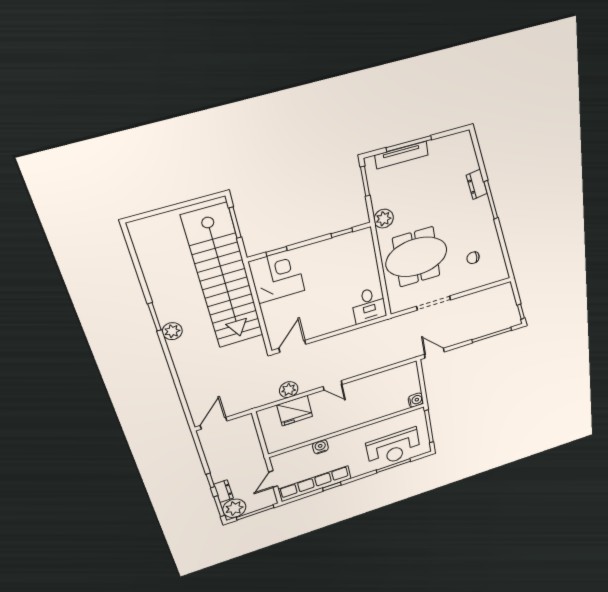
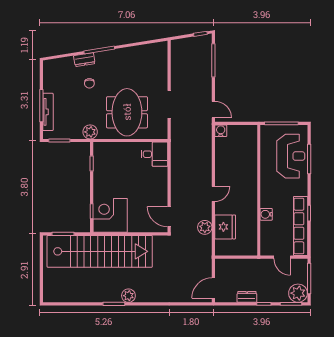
chair: (473, 258) -> (89, 83), moved
door: (434, 353) -> (213, 110), swing flipped
water cooler: (416, 400) -> (221, 131), moved
door: (214, 423) -> (213, 288), hinge flipped
dresser: (224, 491) -> (247, 297), moved

